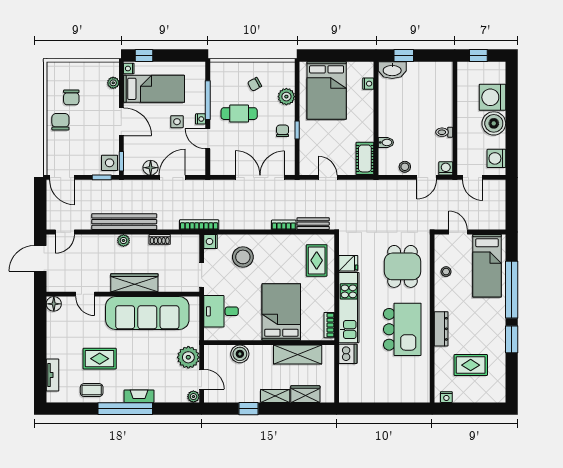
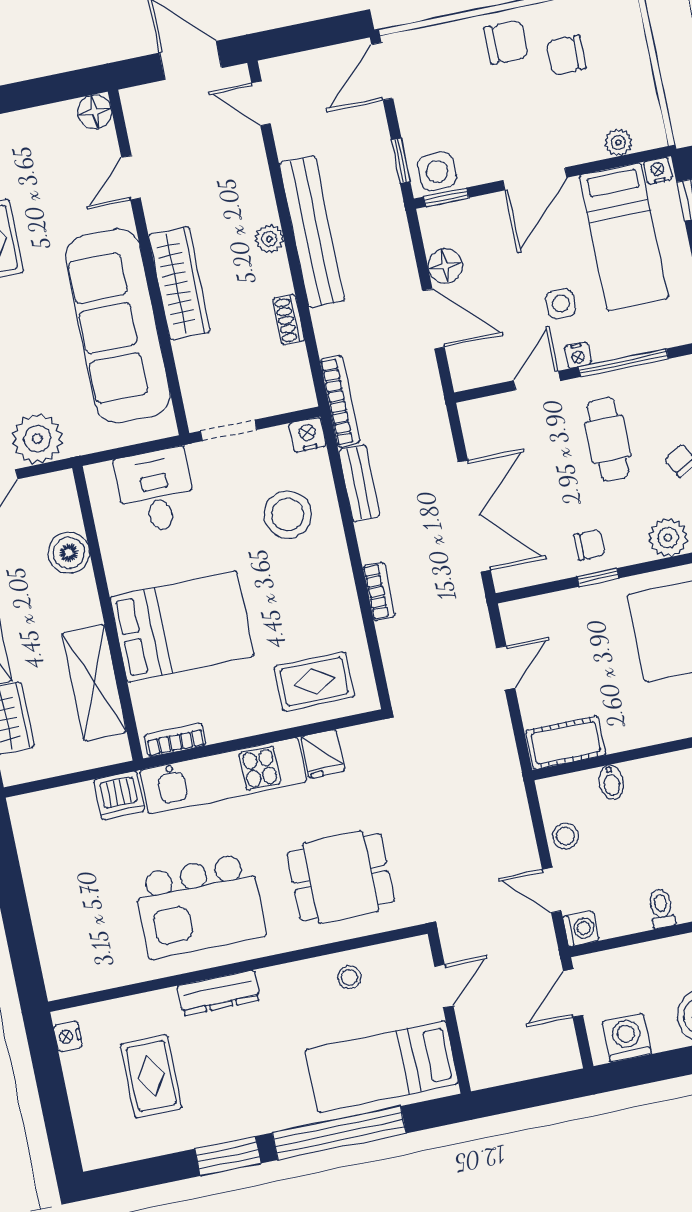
bench: (313, 224) -> (359, 483), moved

